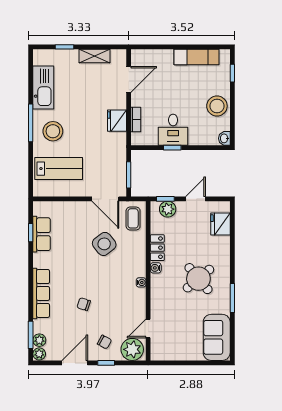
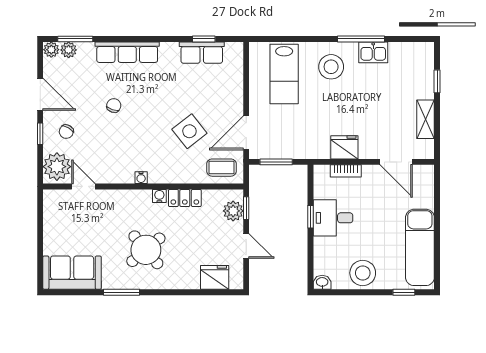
exam couch: (197, 57) -> (420, 247), width x1.36, depth x1.45
kitchen sink: (43, 88) -> (373, 52), width x0.53, depth x0.81
window: (31, 123) -> (361, 39), moved

